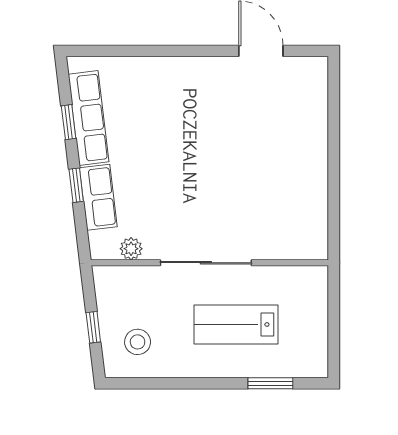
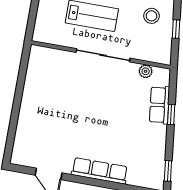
row of seats: (89, 118) -> (100, 171), moved, turned 97
window: (69, 122) -> (168, 171), moved

